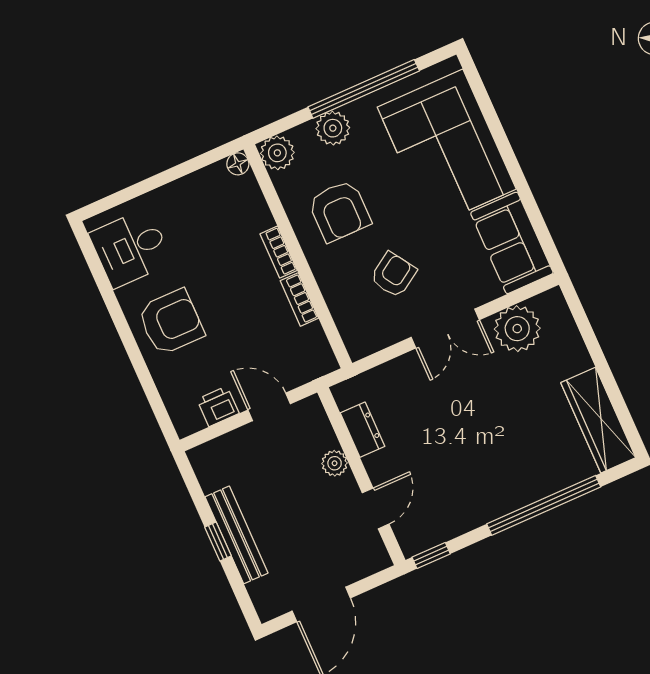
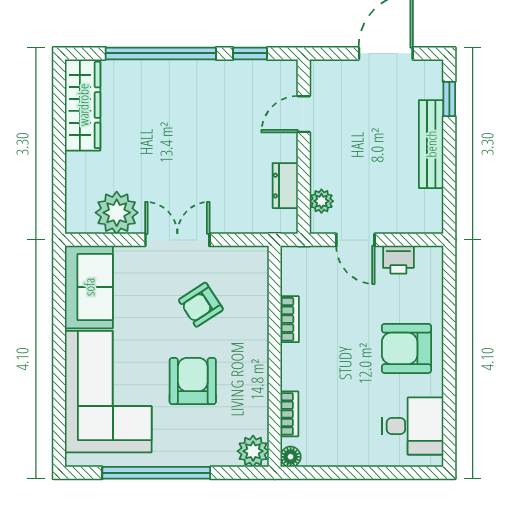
plant: (333, 128) -> (197, 451), removed
armchair: (339, 211) -> (193, 381), moved
bookcase: (279, 252) -> (289, 414), moved
plant: (335, 463) -> (321, 201), moved
window: (218, 541) -> (449, 99), moved
window: (431, 556) -> (250, 53), moved

